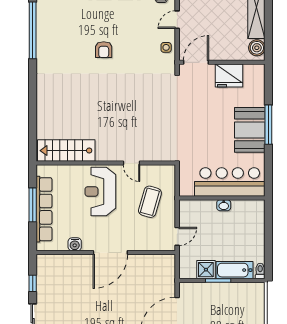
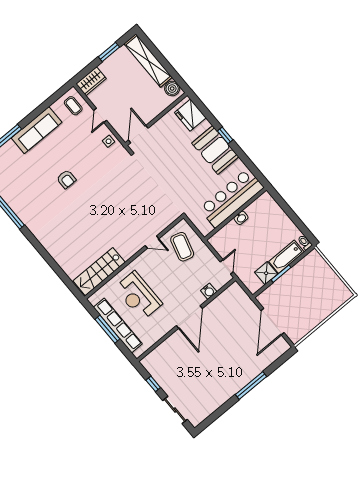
fridge: (229, 76) -> (190, 115), moved, turned 90
window: (268, 125) -> (225, 135), width x0.46
reception desk: (100, 191) -> (138, 296), moved
coffee table: (150, 202) -> (182, 247), moved
water cooler: (75, 244) -> (209, 291), moved

